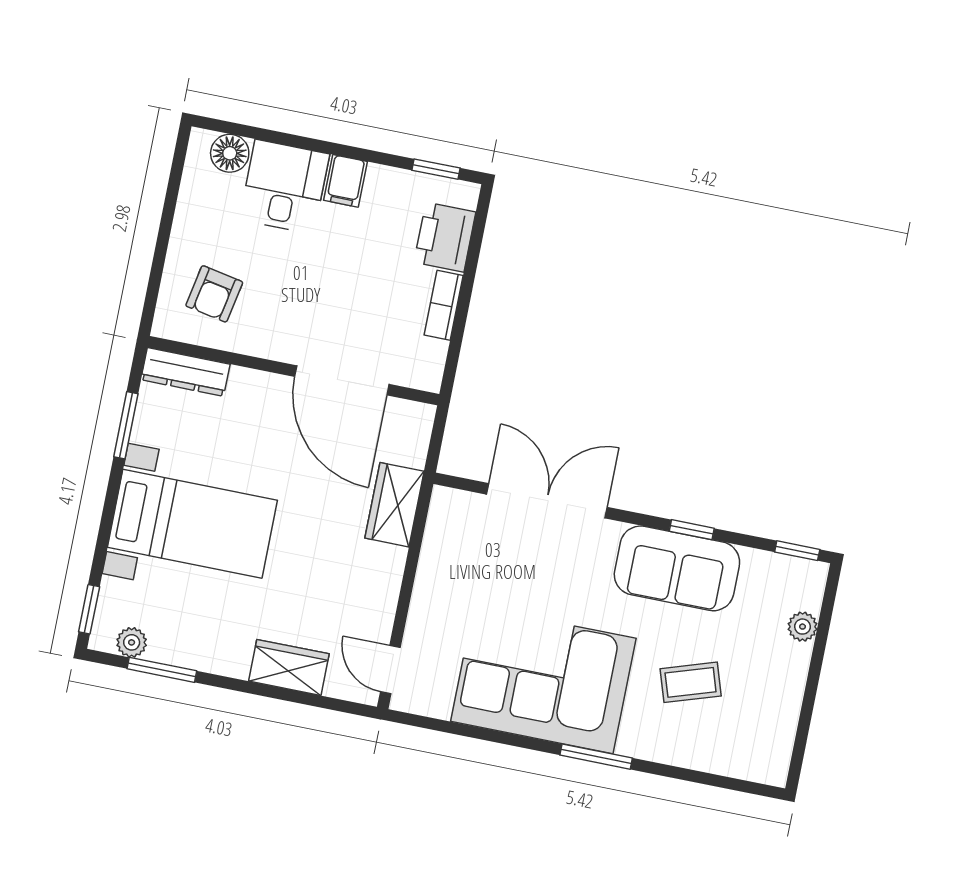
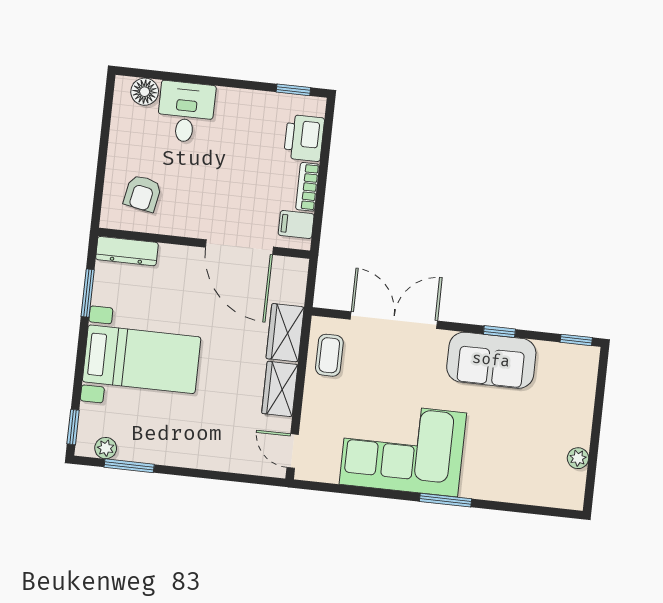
filing cabinet: (345, 181) -> (296, 225), moved, turned 90
plant: (803, 627) -> (578, 458), moved
wardrobe: (289, 667) -> (280, 389), moved, turned -90
coffee table: (691, 682) -> (329, 355), moved, turned -72

